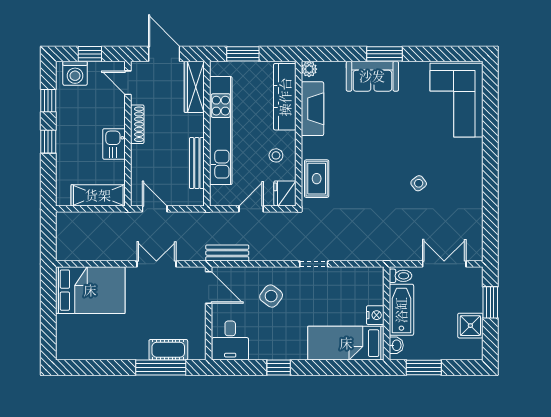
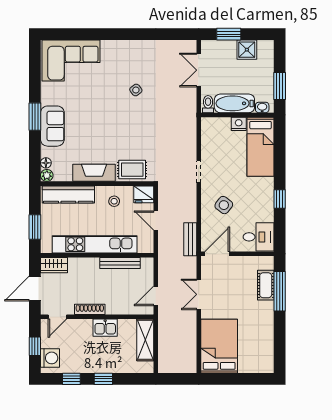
floor lamp: (325, 68) -> (46, 163), added
wardrobe: (194, 87) -> (54, 265), width x0.67
fireplace: (312, 109) -> (94, 173), moved

